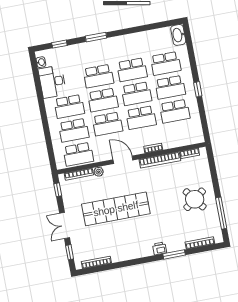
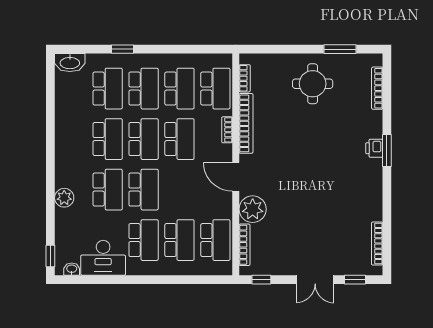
window: (96, 37) -> (50, 182), removed
window: (59, 44) -> (50, 256), moved
plant: (87, 48) -> (64, 198), added
window: (198, 89) -> (122, 49), moved
school desk: (107, 124) -> (215, 89), moved
door: (123, 160) -> (236, 177), hinge flipped
plant: (99, 172) -> (253, 209), width x1.88, depth x1.88
round table: (195, 199) -> (313, 84), turned 37
shop shelf: (116, 209) -> (305, 201), removed
window: (221, 213) -> (340, 49), width x0.69
window: (174, 254) -> (387, 150), moved

